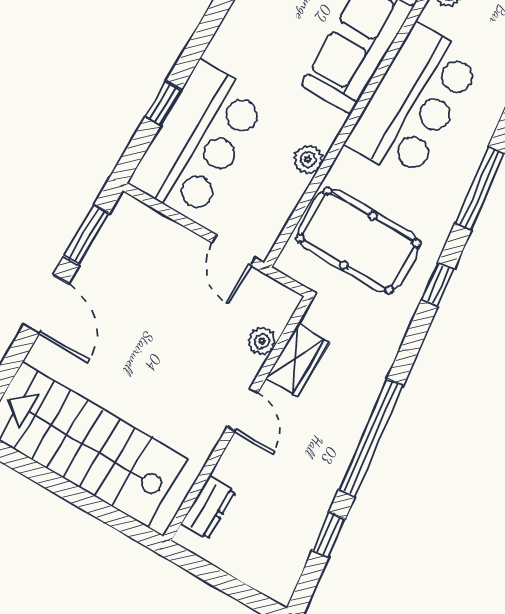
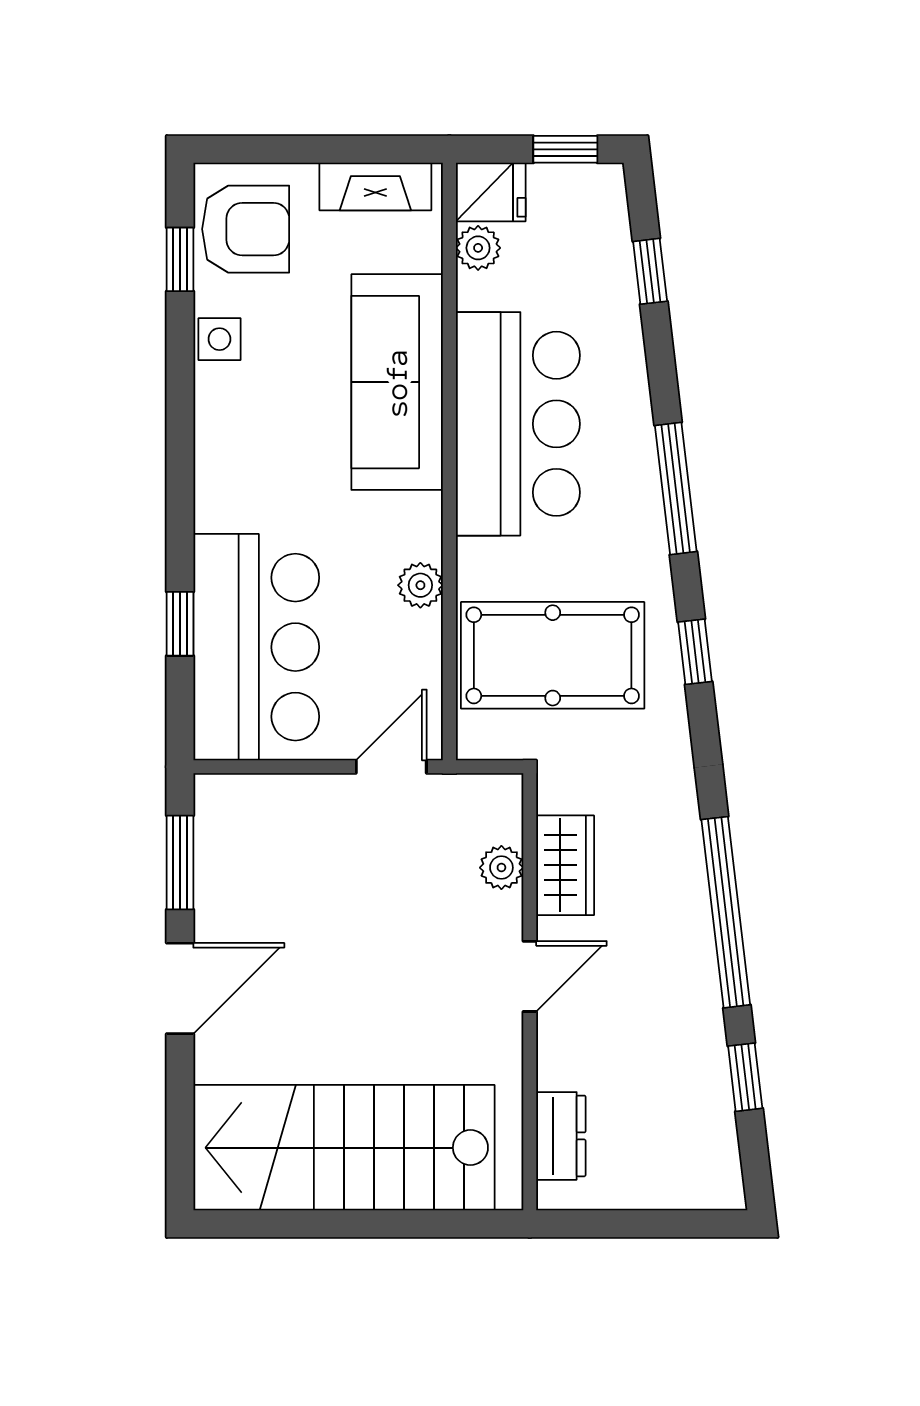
door: (234, 250) -> (391, 767), swing flipped
door: (46, 304) -> (180, 988), hinge flipped
door: (242, 410) -> (530, 976), hinge flipped

